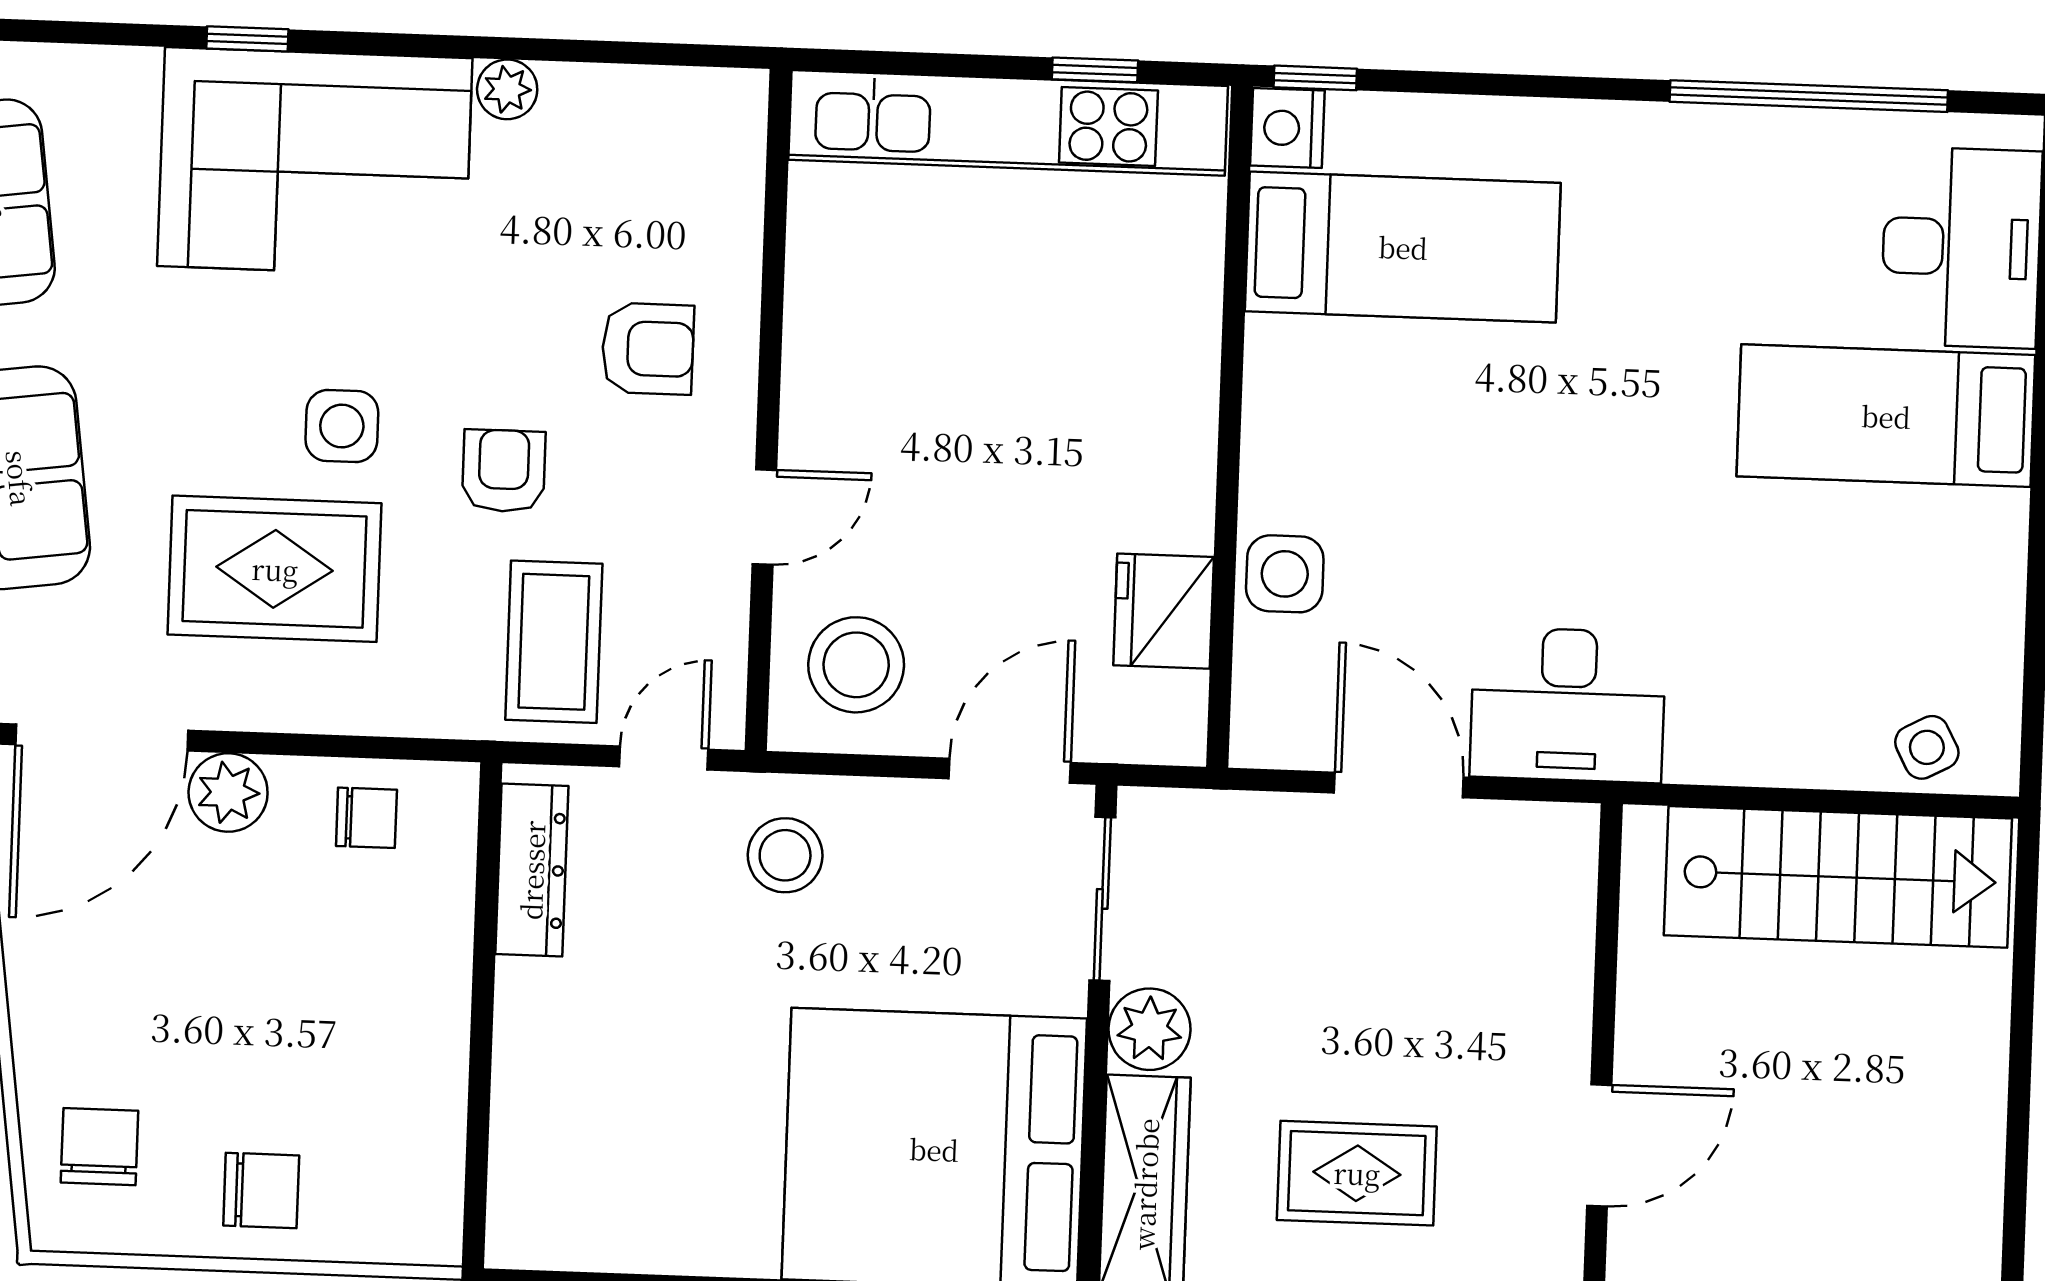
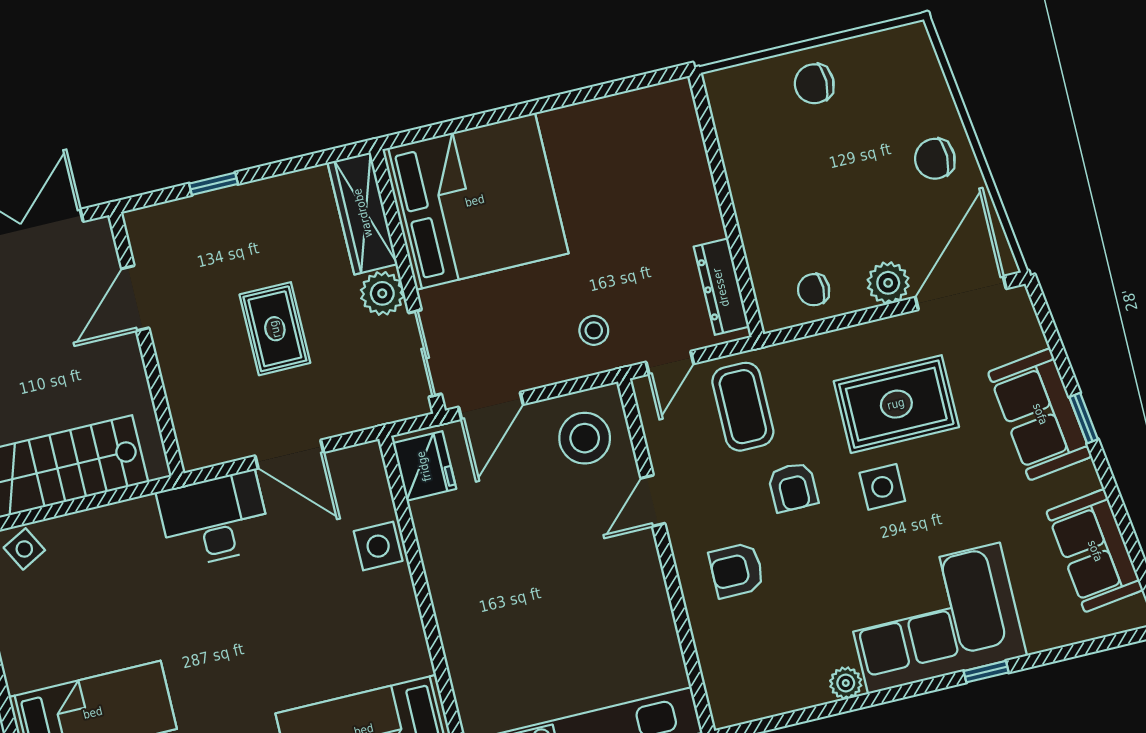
fridge: (1164, 611) -> (424, 466), moved
stool: (785, 855) -> (594, 330), width x0.73, depth x0.73
chair: (99, 1147) -> (935, 159), moved, turned 90
rug: (1357, 1173) -> (275, 329), moved, turned 90

